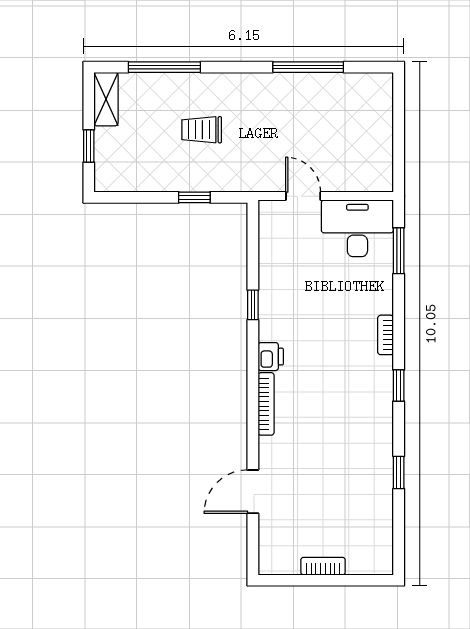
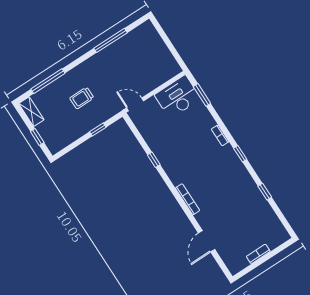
door: (303, 196) -> (135, 104), moved
printer: (271, 357) -> (176, 177), removed

